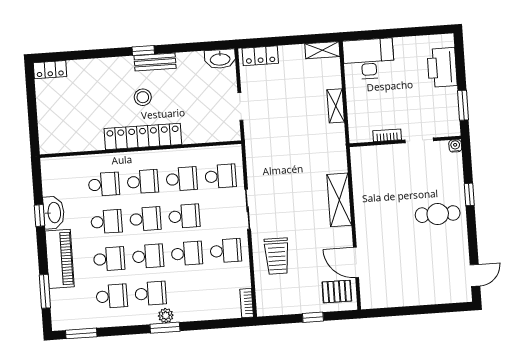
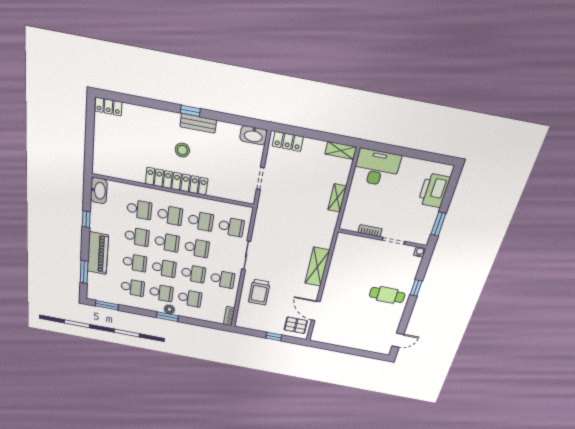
washbasin: (54, 213) -> (99, 191), moved
school desk: (189, 291) -> (190, 298), added

